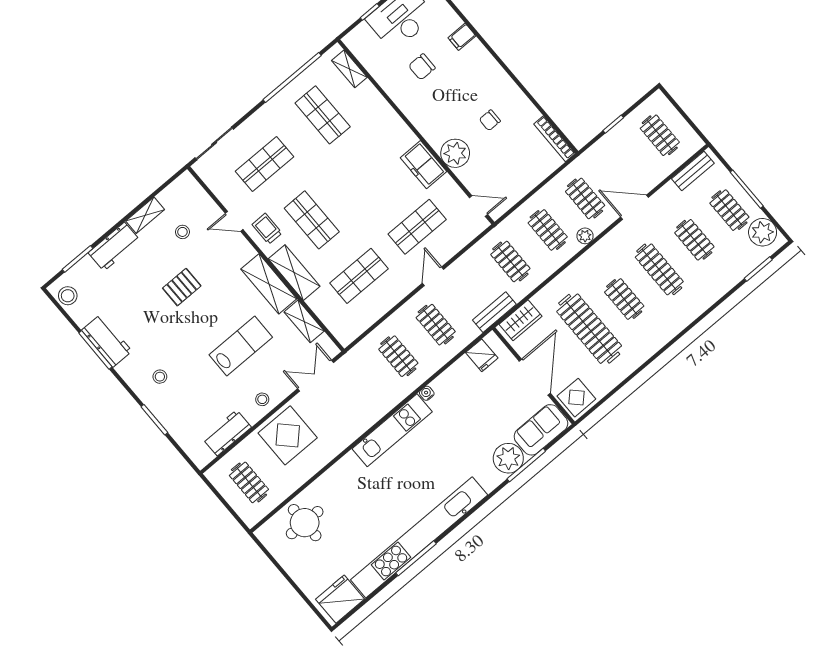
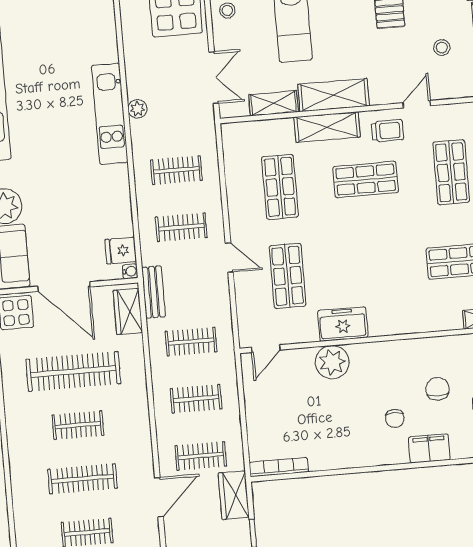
filing cabinet: (462, 37) -> (429, 448), width x2.00
chair: (490, 120) -> (395, 418), moved, turned 180
wardrobe: (596, 156) -> (234, 495), added
plant: (585, 236) -> (137, 109), moved
water cooler: (427, 393) -> (130, 271), moved

